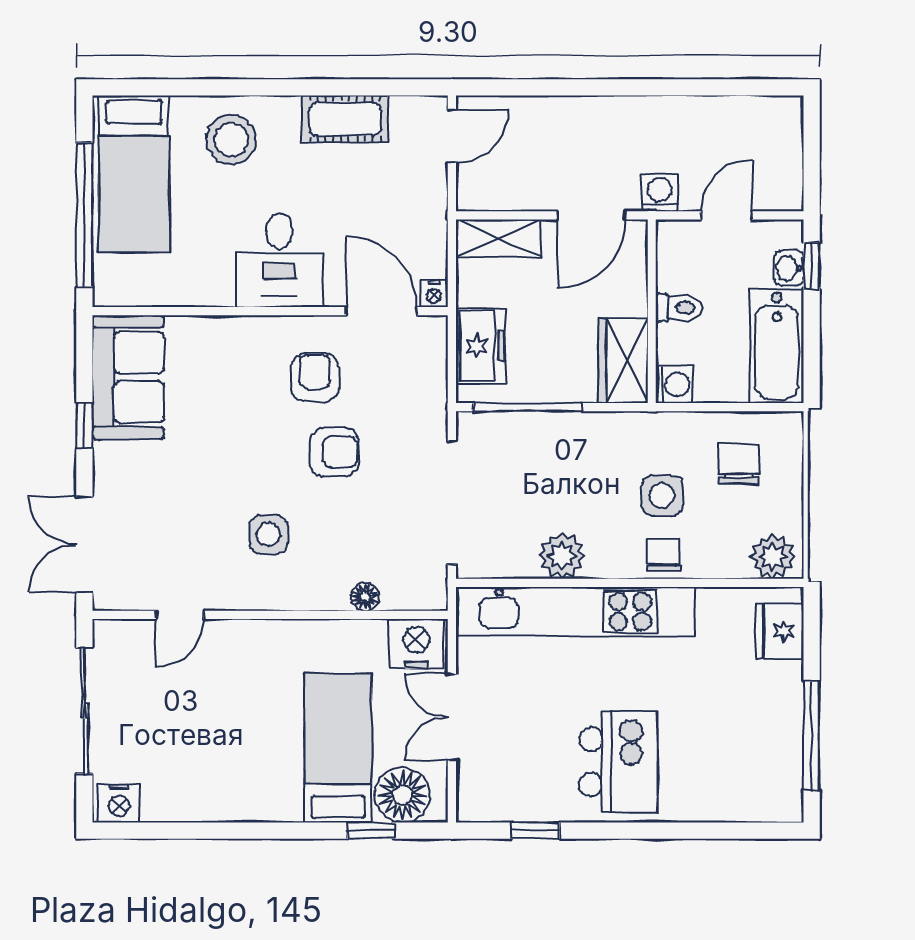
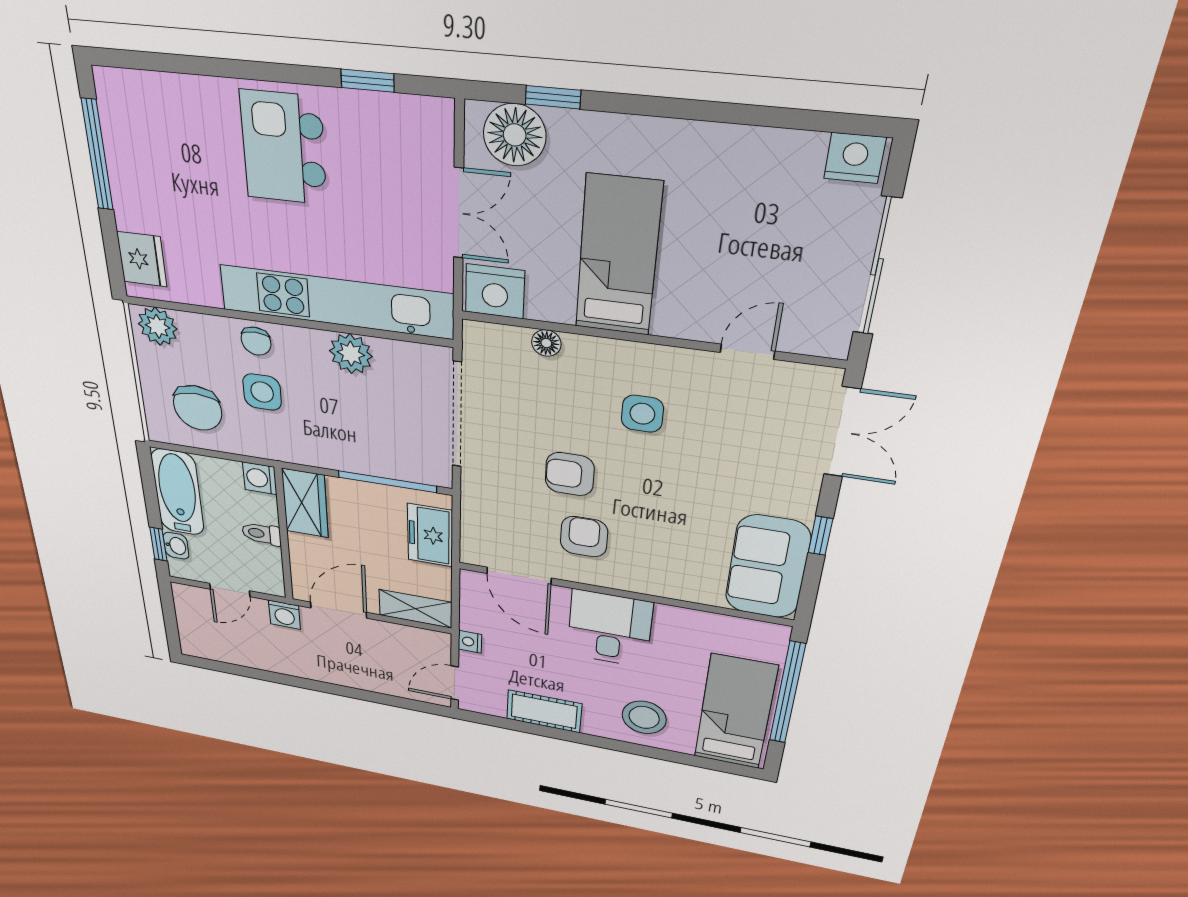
nightstand: (434, 294) -> (470, 642), moved, turned -90
armchair: (315, 377) -> (584, 537), turned 180
chair: (739, 464) -> (198, 408), width x1.37, depth x1.37
bed: (338, 748) -> (618, 256), moved, turned 180

